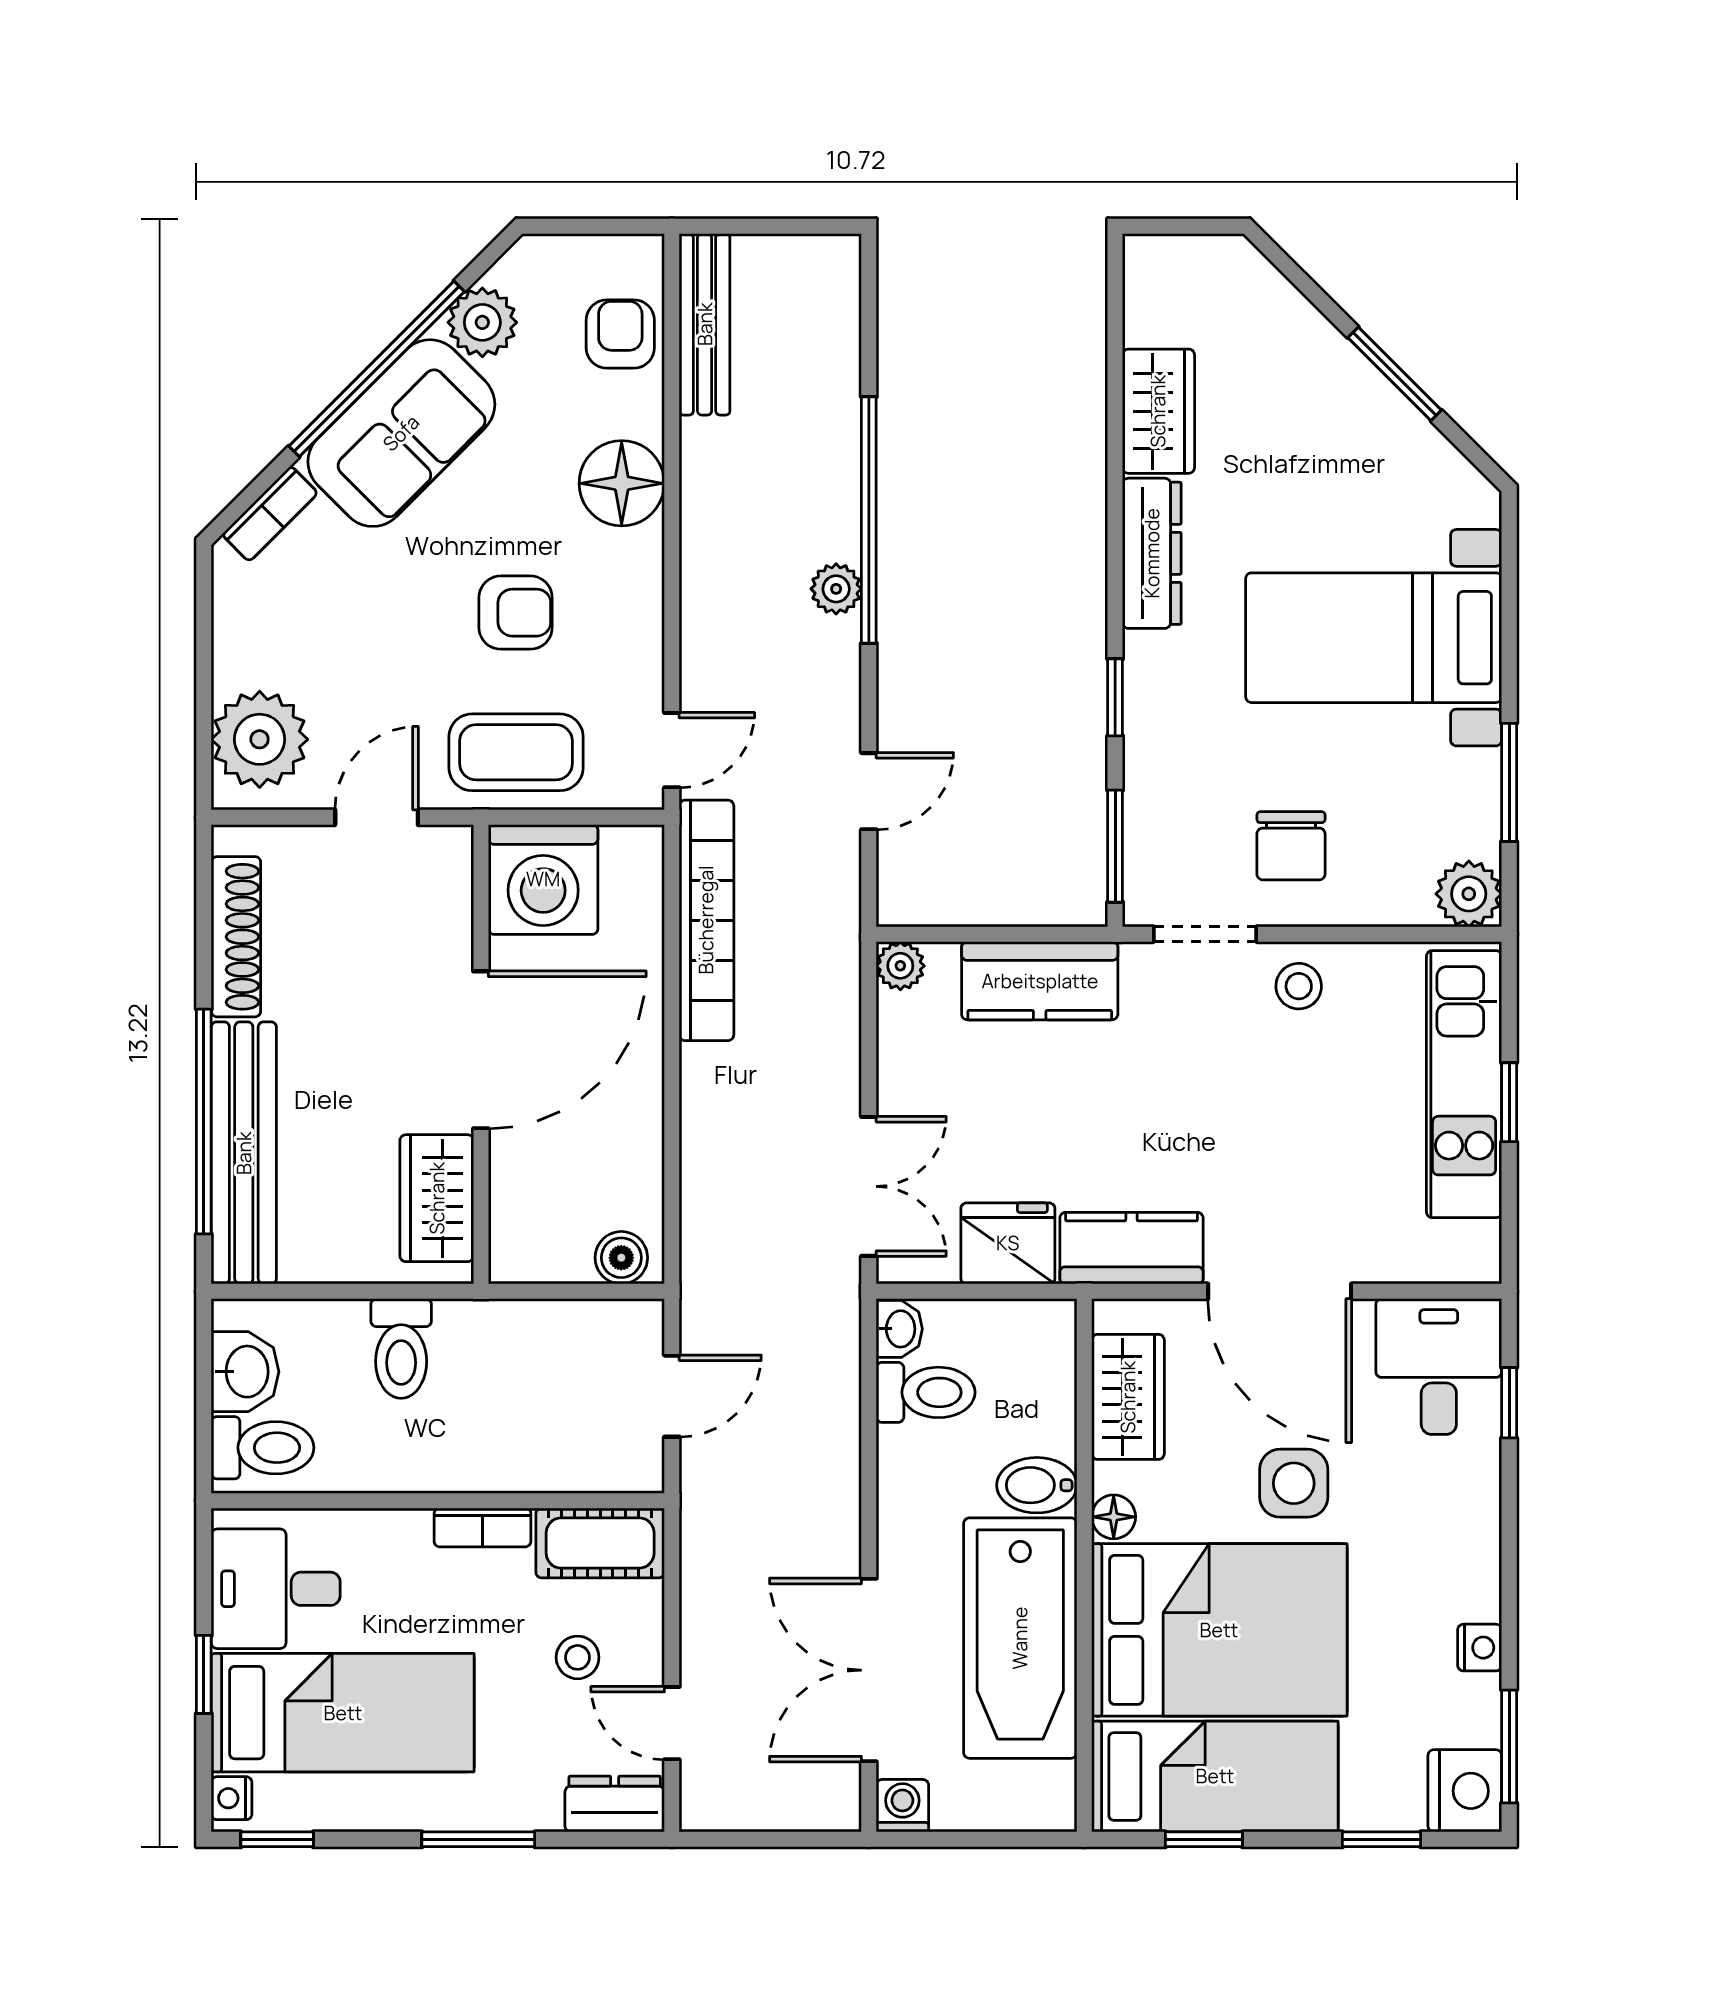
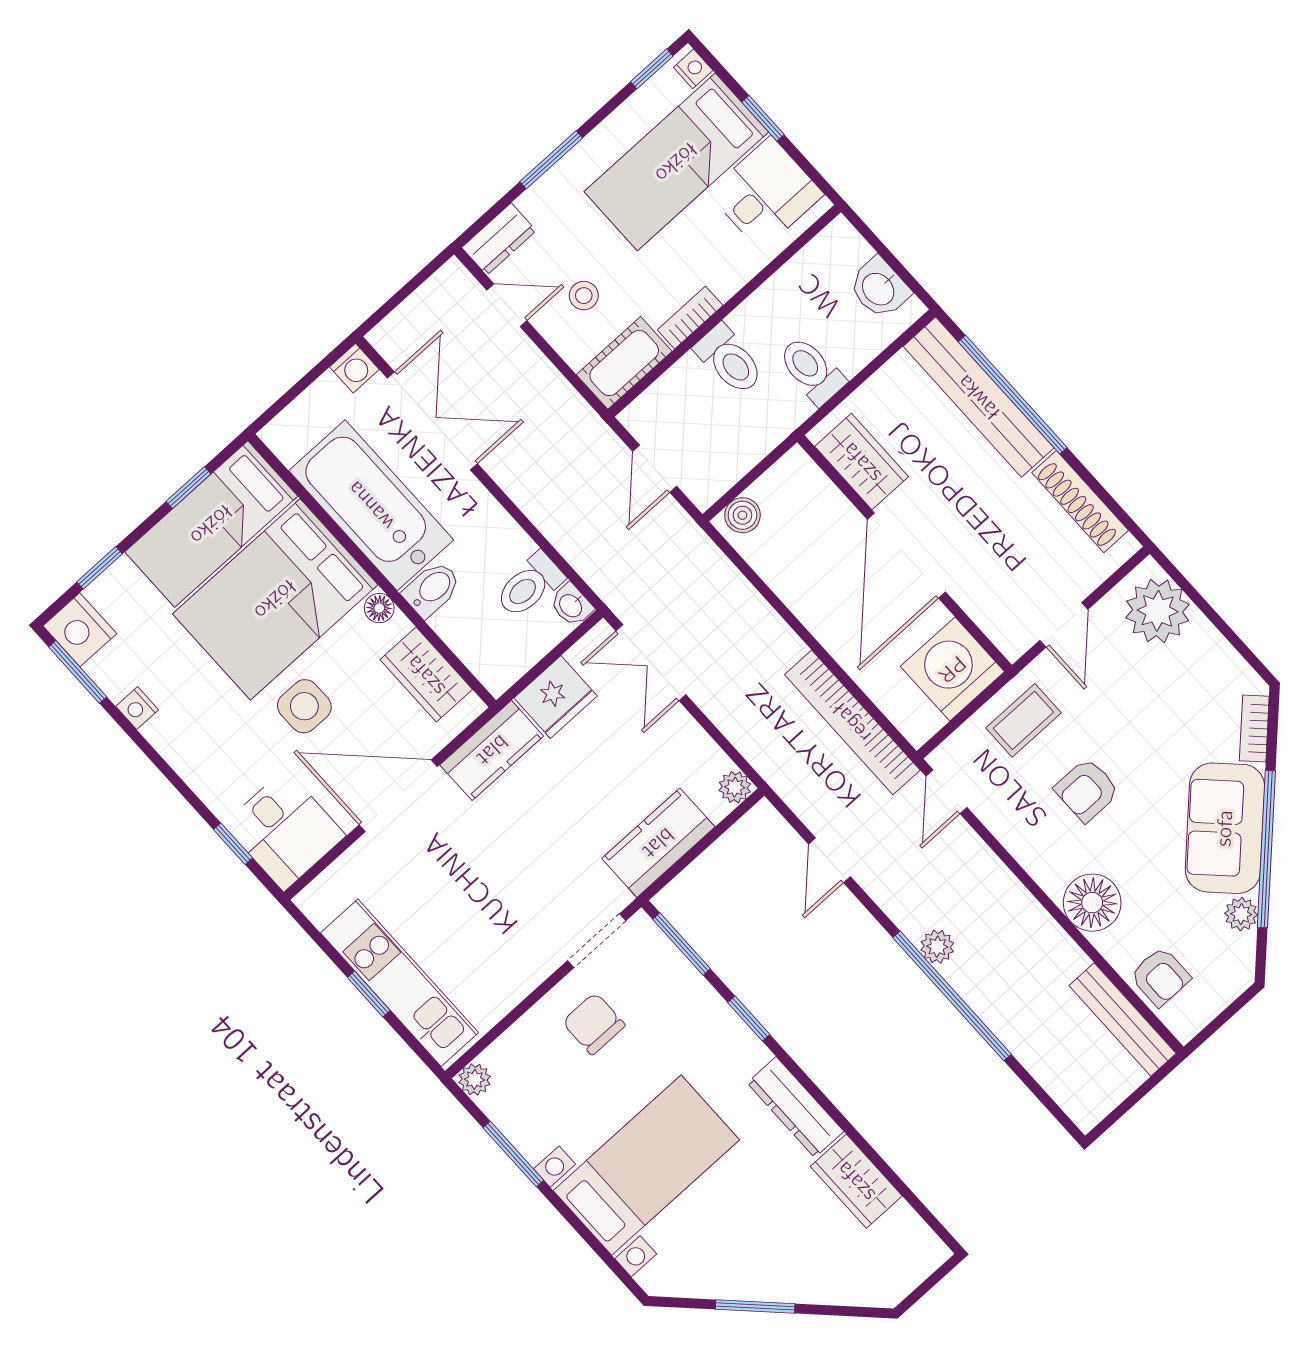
plant: (482, 322) -> (1241, 914), width x0.73, depth x0.73
coffee table: (516, 752) -> (1023, 720), width x0.73, depth x0.77
plant: (1469, 894) -> (475, 1080), width x0.73, depth x0.73
stool: (1299, 986) -> (526, 957), removed
toilet: (263, 1448) -> (729, 360), moved, turned -90

